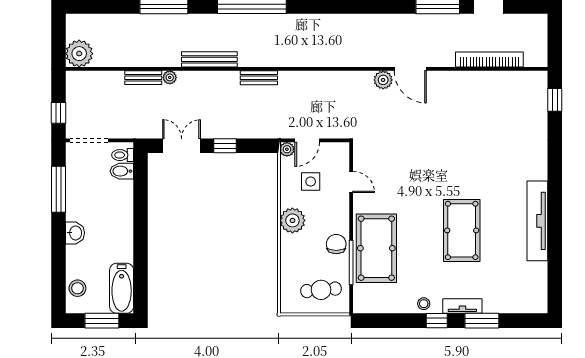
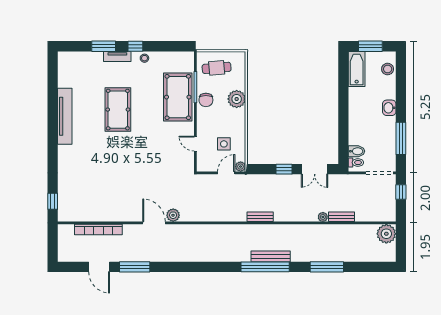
bench: (209, 59) -> (271, 256), moved
plant: (292, 220) -> (237, 99), moved

